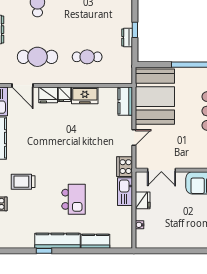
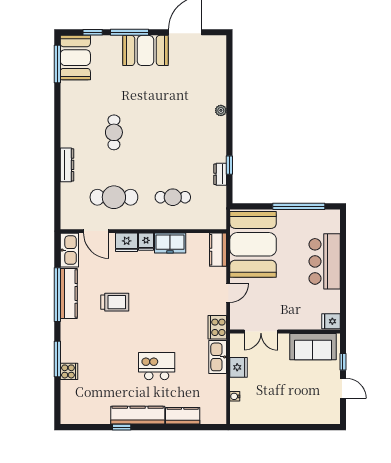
trolley: (23, 182) -> (115, 302), moved, turned 180
kitchen island: (74, 199) -> (157, 366), turned -90

